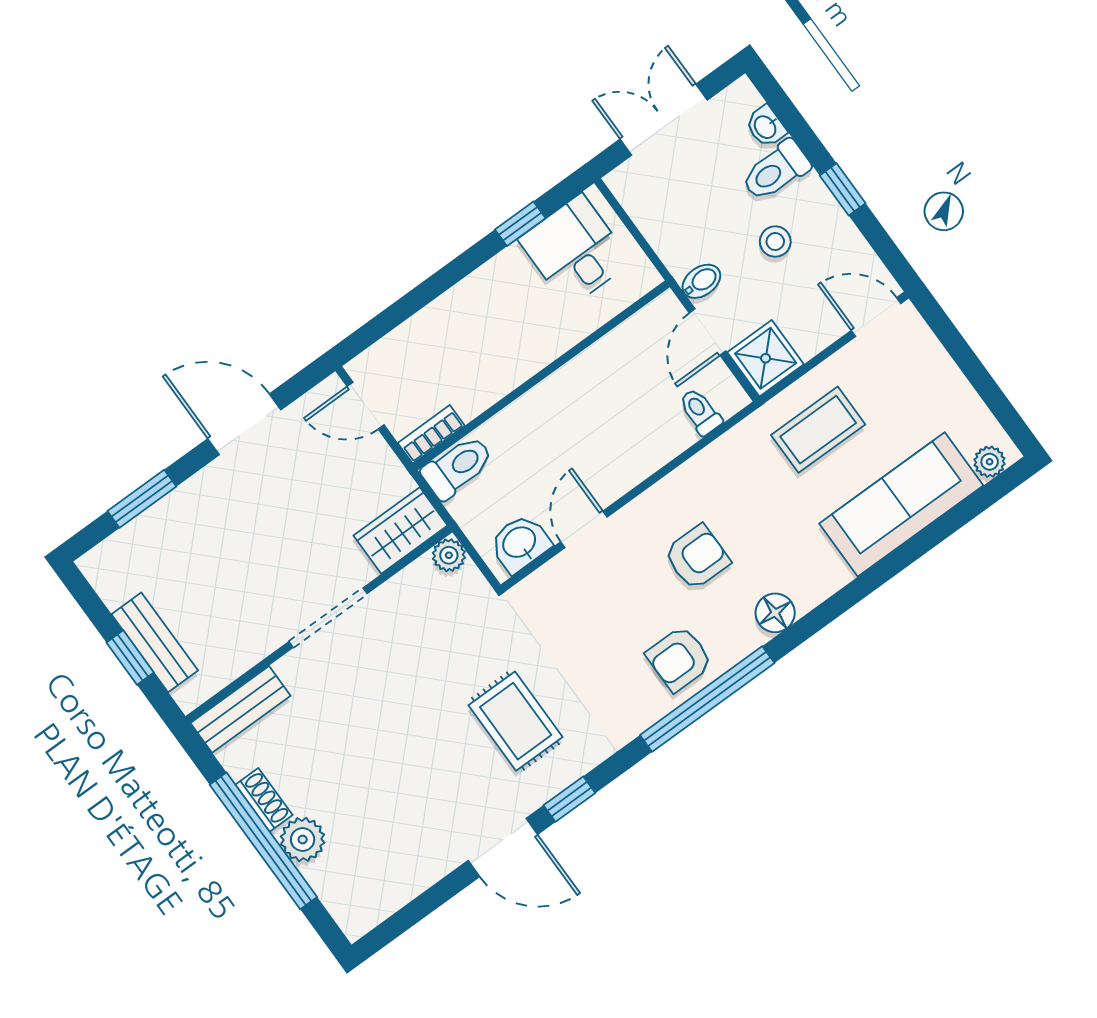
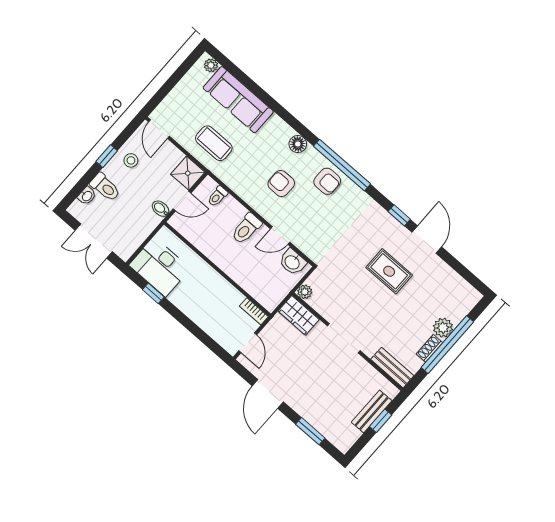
stool: (775, 242) -> (131, 160), moved
desk: (575, 251) -> (160, 267), width x1.37
toilet: (457, 467) -> (246, 229), moved, turned -90
rug: (516, 721) -> (389, 271), moved, turned 90

